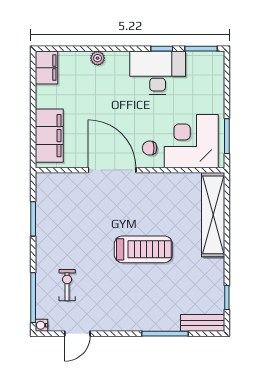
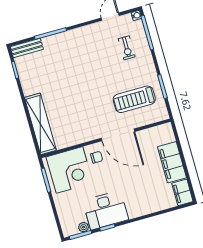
plant: (98, 58) -> (83, 227), moved
filing cabinet: (49, 136) -> (172, 162), moved
treadmill: (143, 249) -> (134, 99), moved

